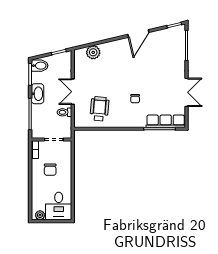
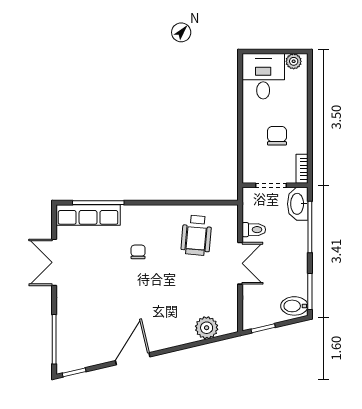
washbasin: (38, 94) -> (298, 204), moved

